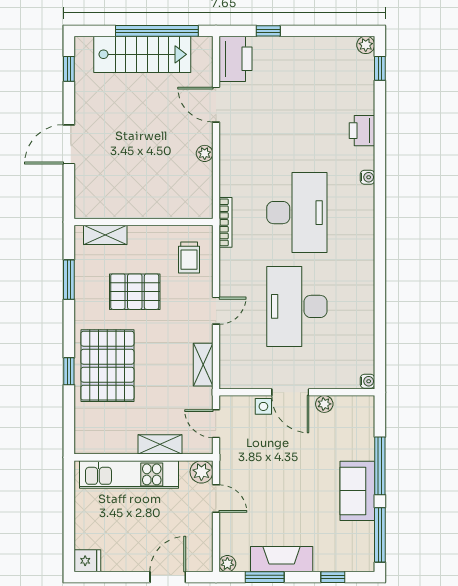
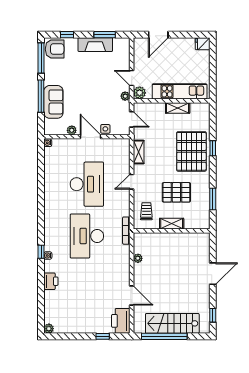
window: (380, 68) -> (41, 252), moved
plant: (205, 153) -> (138, 258), moved
shelving: (105, 235) -> (172, 224), moved
shelving: (160, 444) -> (178, 108), moved
sofa: (357, 491) -> (53, 102), moved
armchair: (355, 551) -> (55, 49), added
plant: (227, 564) -> (125, 96), moved

